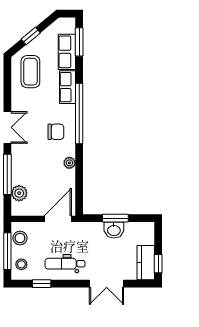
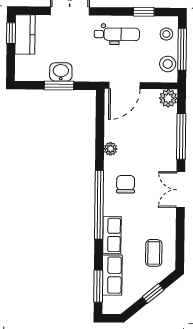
coffee table: (30, 72) -> (154, 253), width x0.73, depth x0.77
chair: (56, 132) -> (126, 184), turned 90
plant: (19, 193) -> (168, 98), moved

